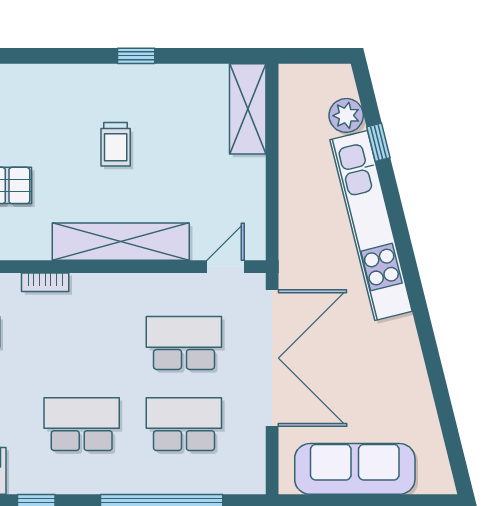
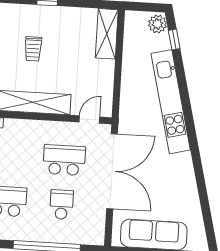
plant: (346, 115) -> (157, 24), moved
window: (378, 142) -> (174, 40), moved
school desk: (184, 424) -> (62, 205), width x0.54

